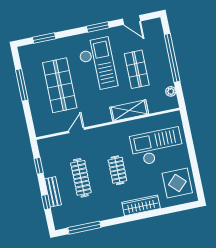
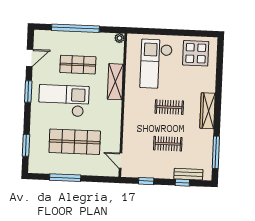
plant: (171, 91) -> (119, 38), moved
door: (77, 130) -> (120, 161), moved
clothes rail: (81, 178) -> (168, 144), width x0.73
bench: (53, 192) -> (188, 174), moved
wardrobe: (141, 205) -> (208, 111), moved

